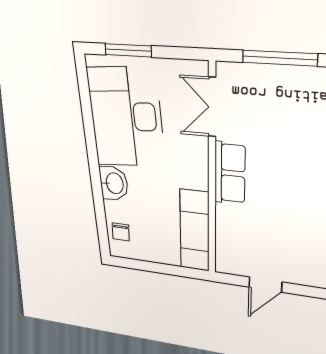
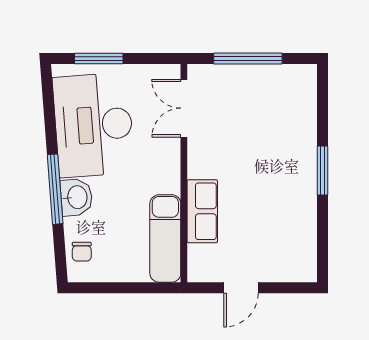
row of seats: (230, 173) -> (202, 211), moved
window: (95, 174) -> (55, 189), added

